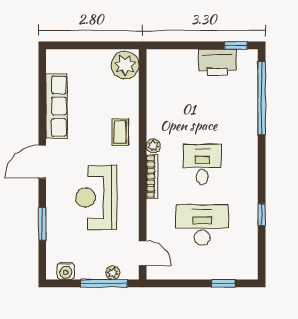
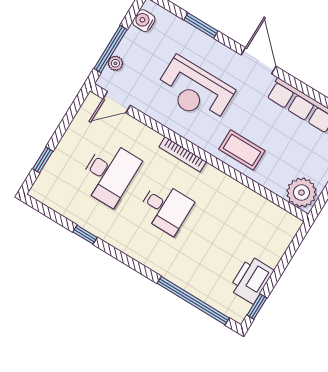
coffee table: (120, 132) -> (242, 150), width x1.36, depth x1.30
plant: (153, 146) -> (210, 173), removed
reception desk: (96, 198) -> (195, 91), turned 180

